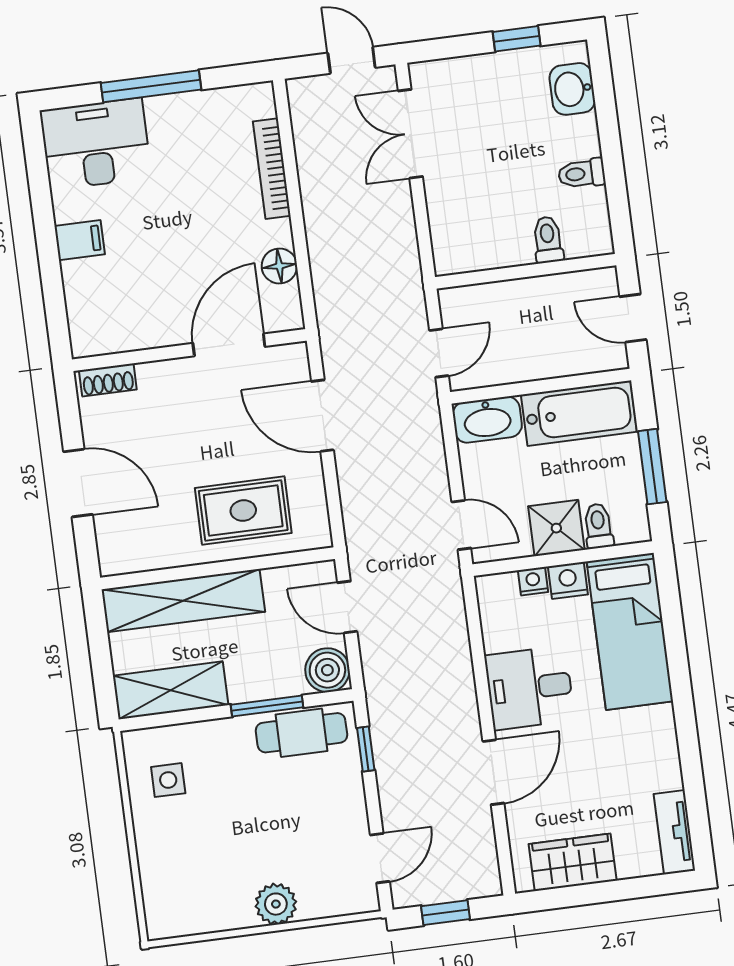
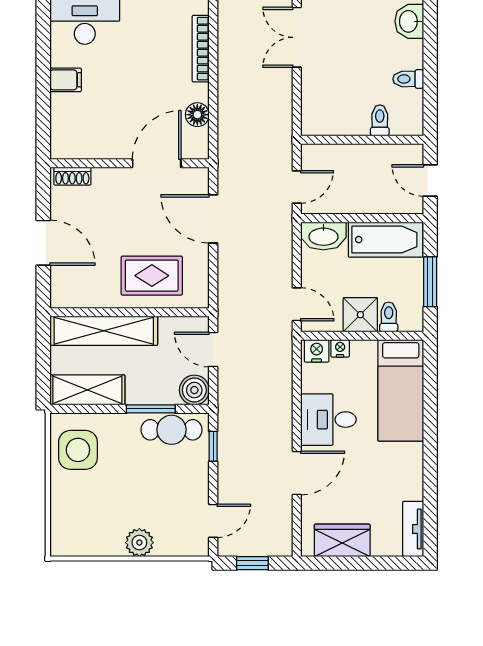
nightstand: (568, 580) -> (317, 351), moved
side table: (168, 780) -> (78, 450), width x1.87, depth x1.87

